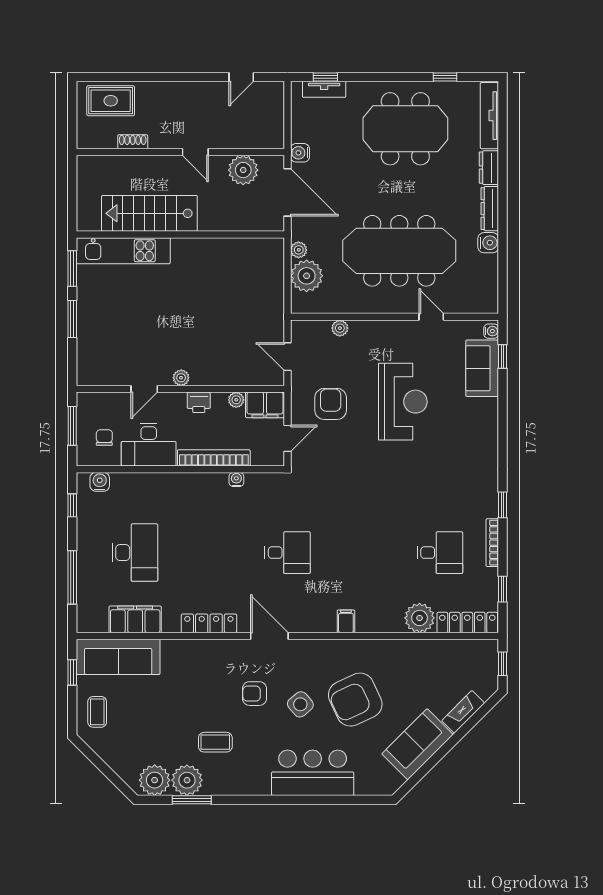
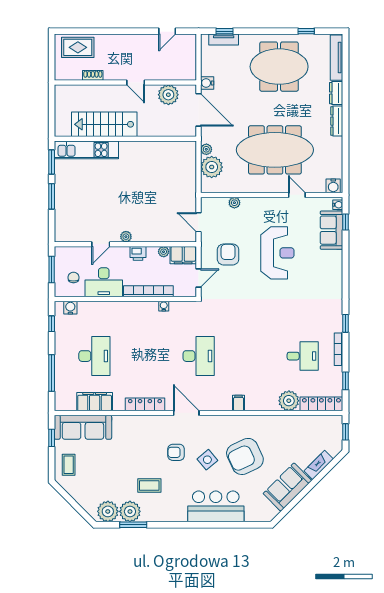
water cooler: (488, 243) -> (333, 186), moved, turned 90
desk: (287, 553) -> (199, 356), width x1.37

